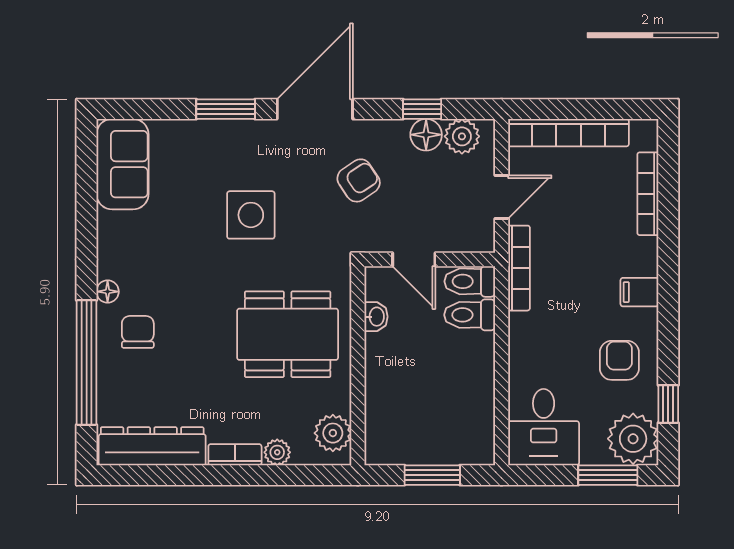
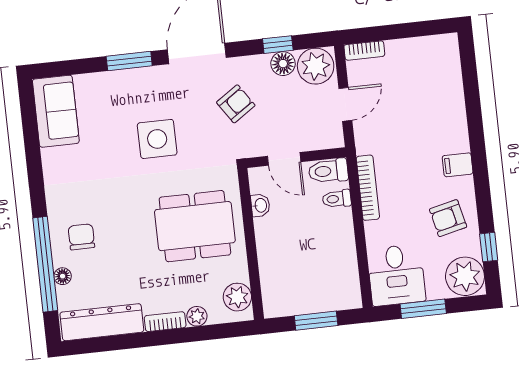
bookcase: (568, 133) -> (364, 51), width x0.43, depth x0.76
plant: (462, 136) -> (316, 66), width x1.36, depth x1.36
bookcase: (648, 194) -> (456, 90), removed
bookcase: (519, 268) -> (368, 188), moved
floor lamp: (108, 292) -> (63, 276), moved
toilet: (470, 315) -> (337, 199), width x0.73, depth x0.72
armchair: (619, 360) -> (448, 218), turned -103
window: (608, 475) -> (423, 309), moved

